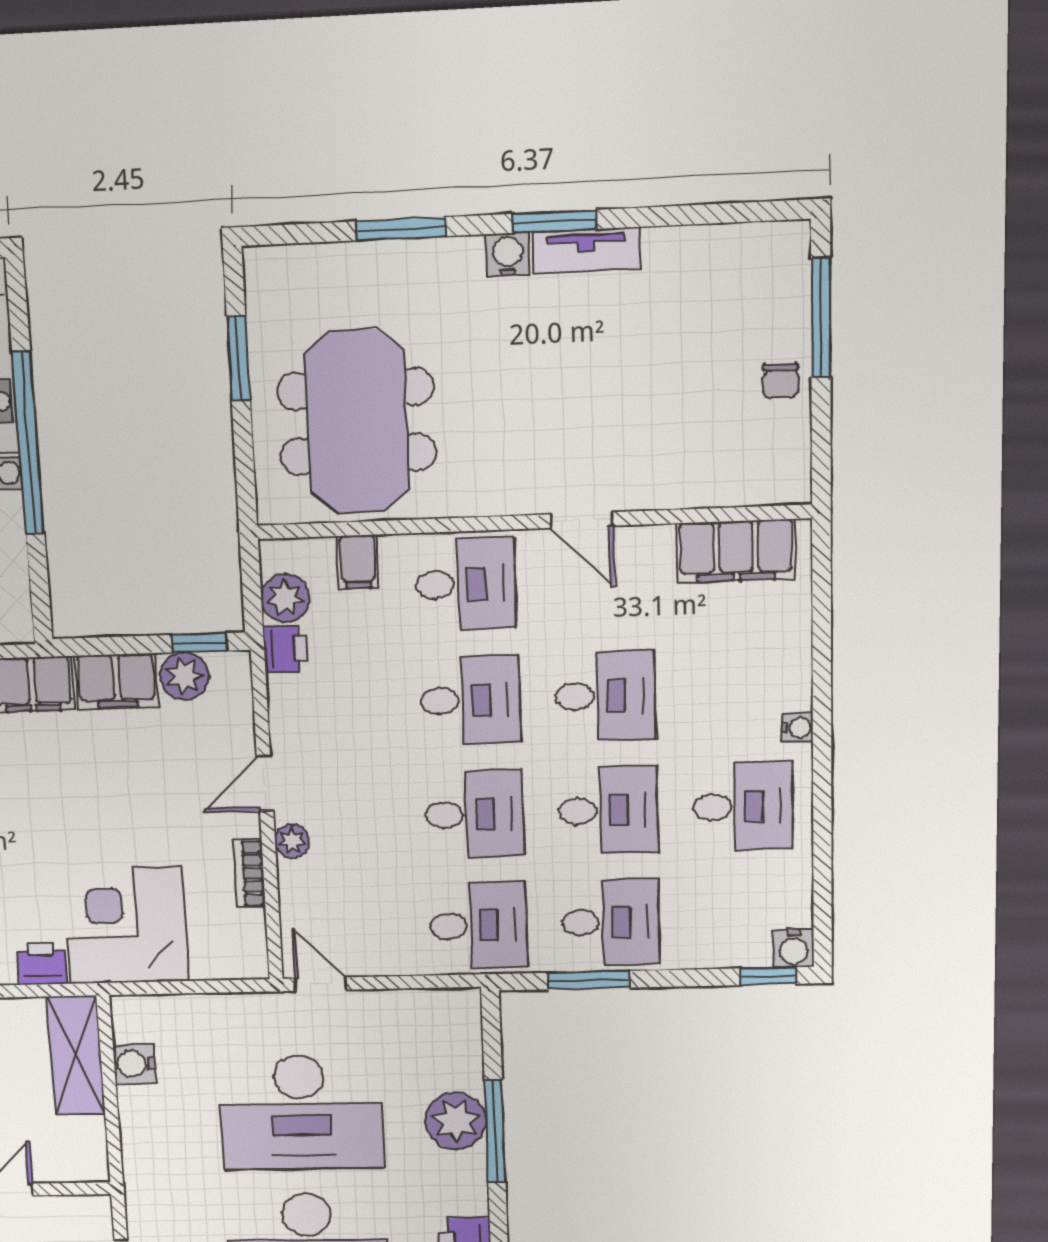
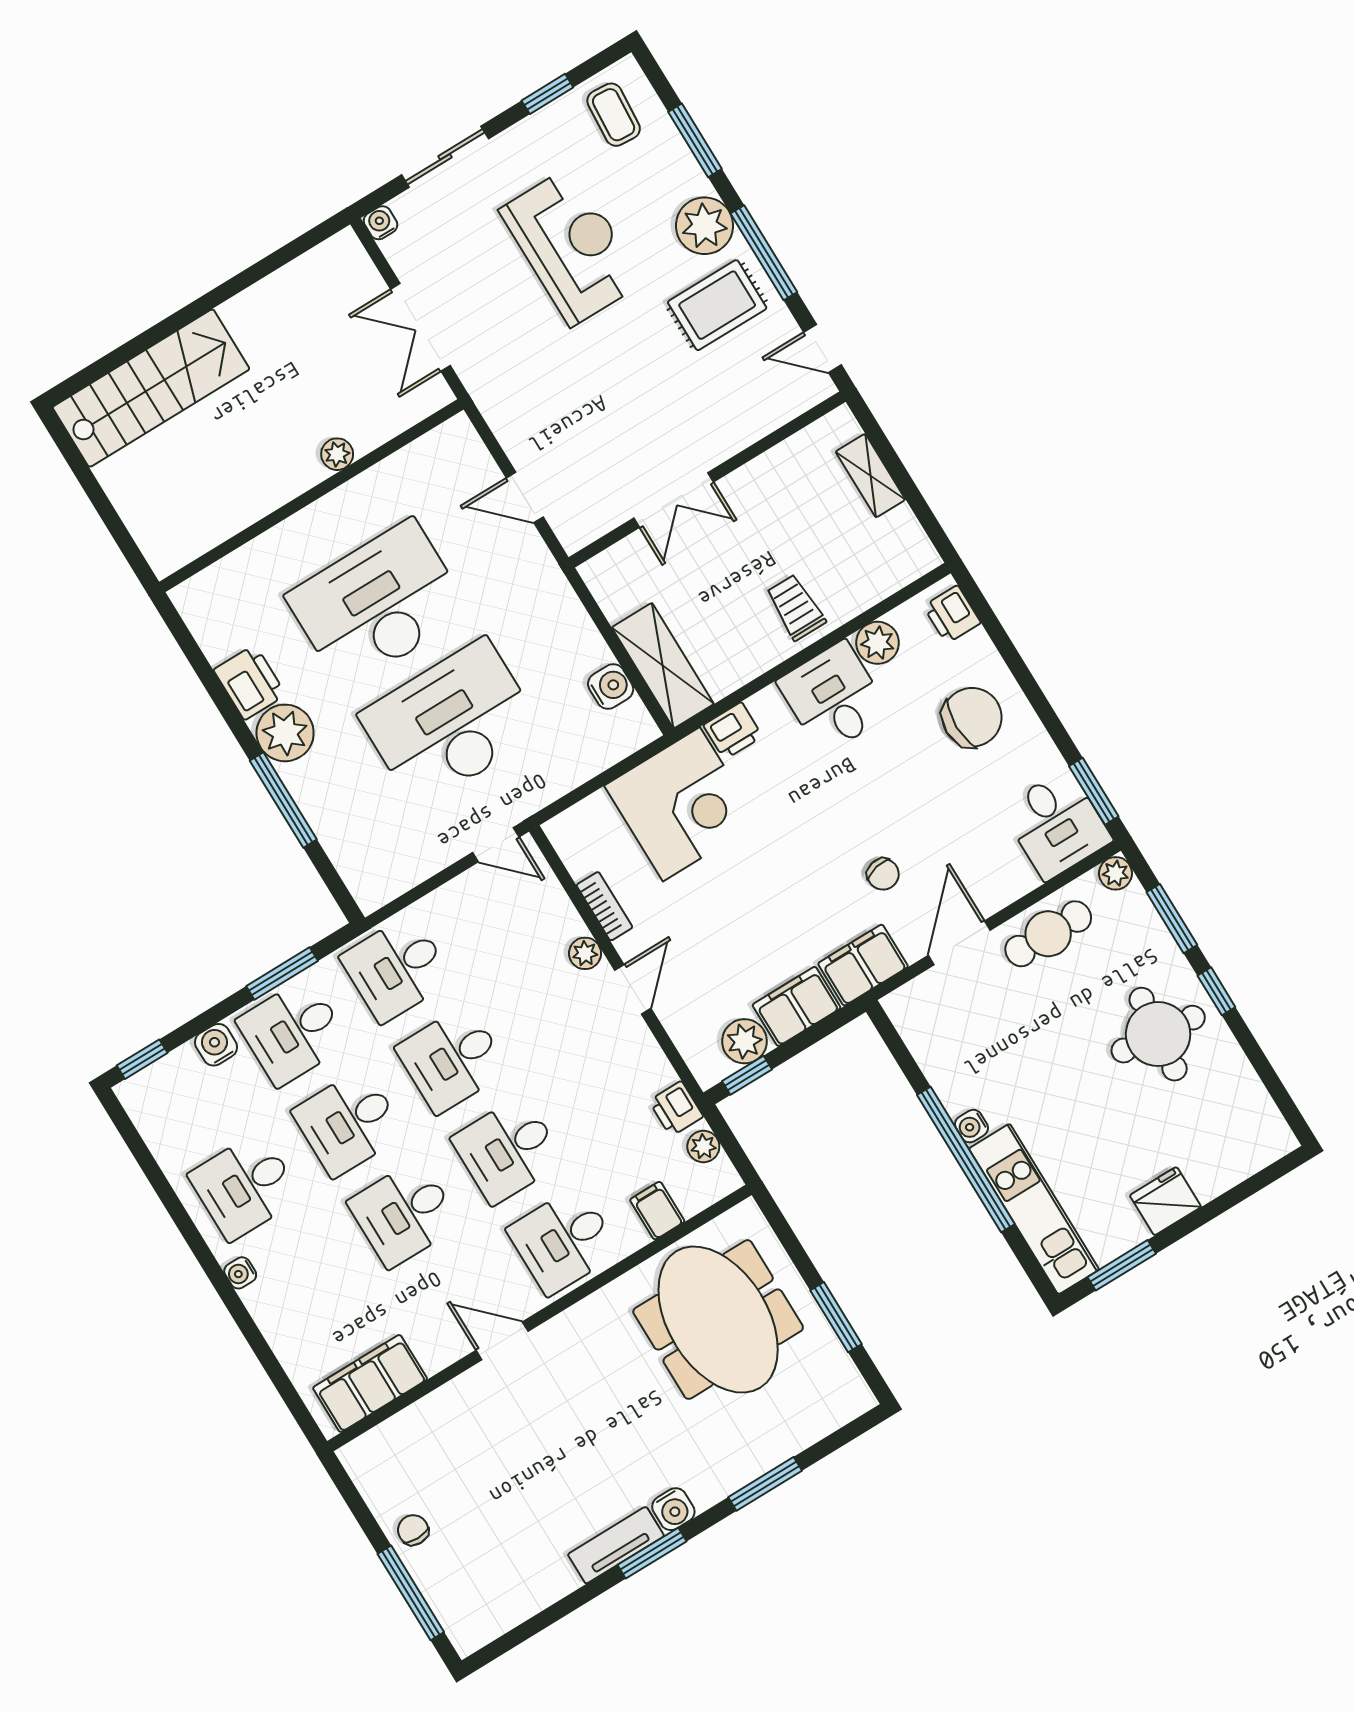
plant: (285, 598) -> (703, 1146), width x0.73, depth x0.73
water cooler: (794, 948) -> (216, 1045), moved
plant: (456, 1121) -> (285, 733), moved

